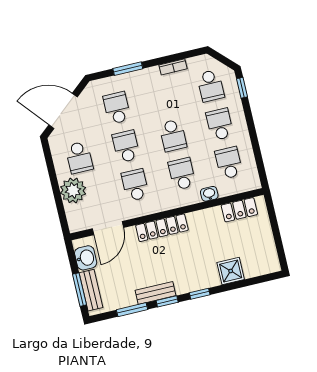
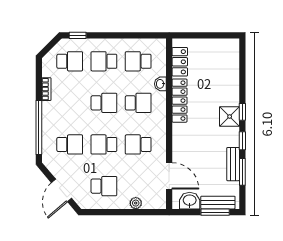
window: (128, 69) -> (39, 128), width x2.11
school desk: (117, 108) -> (70, 144), turned 180
door: (63, 111) -> (62, 190), width x0.73
school desk: (182, 174) -> (138, 103), turned 180
plant: (73, 190) -> (136, 203), width x0.53, depth x0.53
locker: (162, 228) -> (180, 101), moved
shower: (231, 271) -> (230, 116), moved
bench: (155, 293) -> (233, 164), moved

